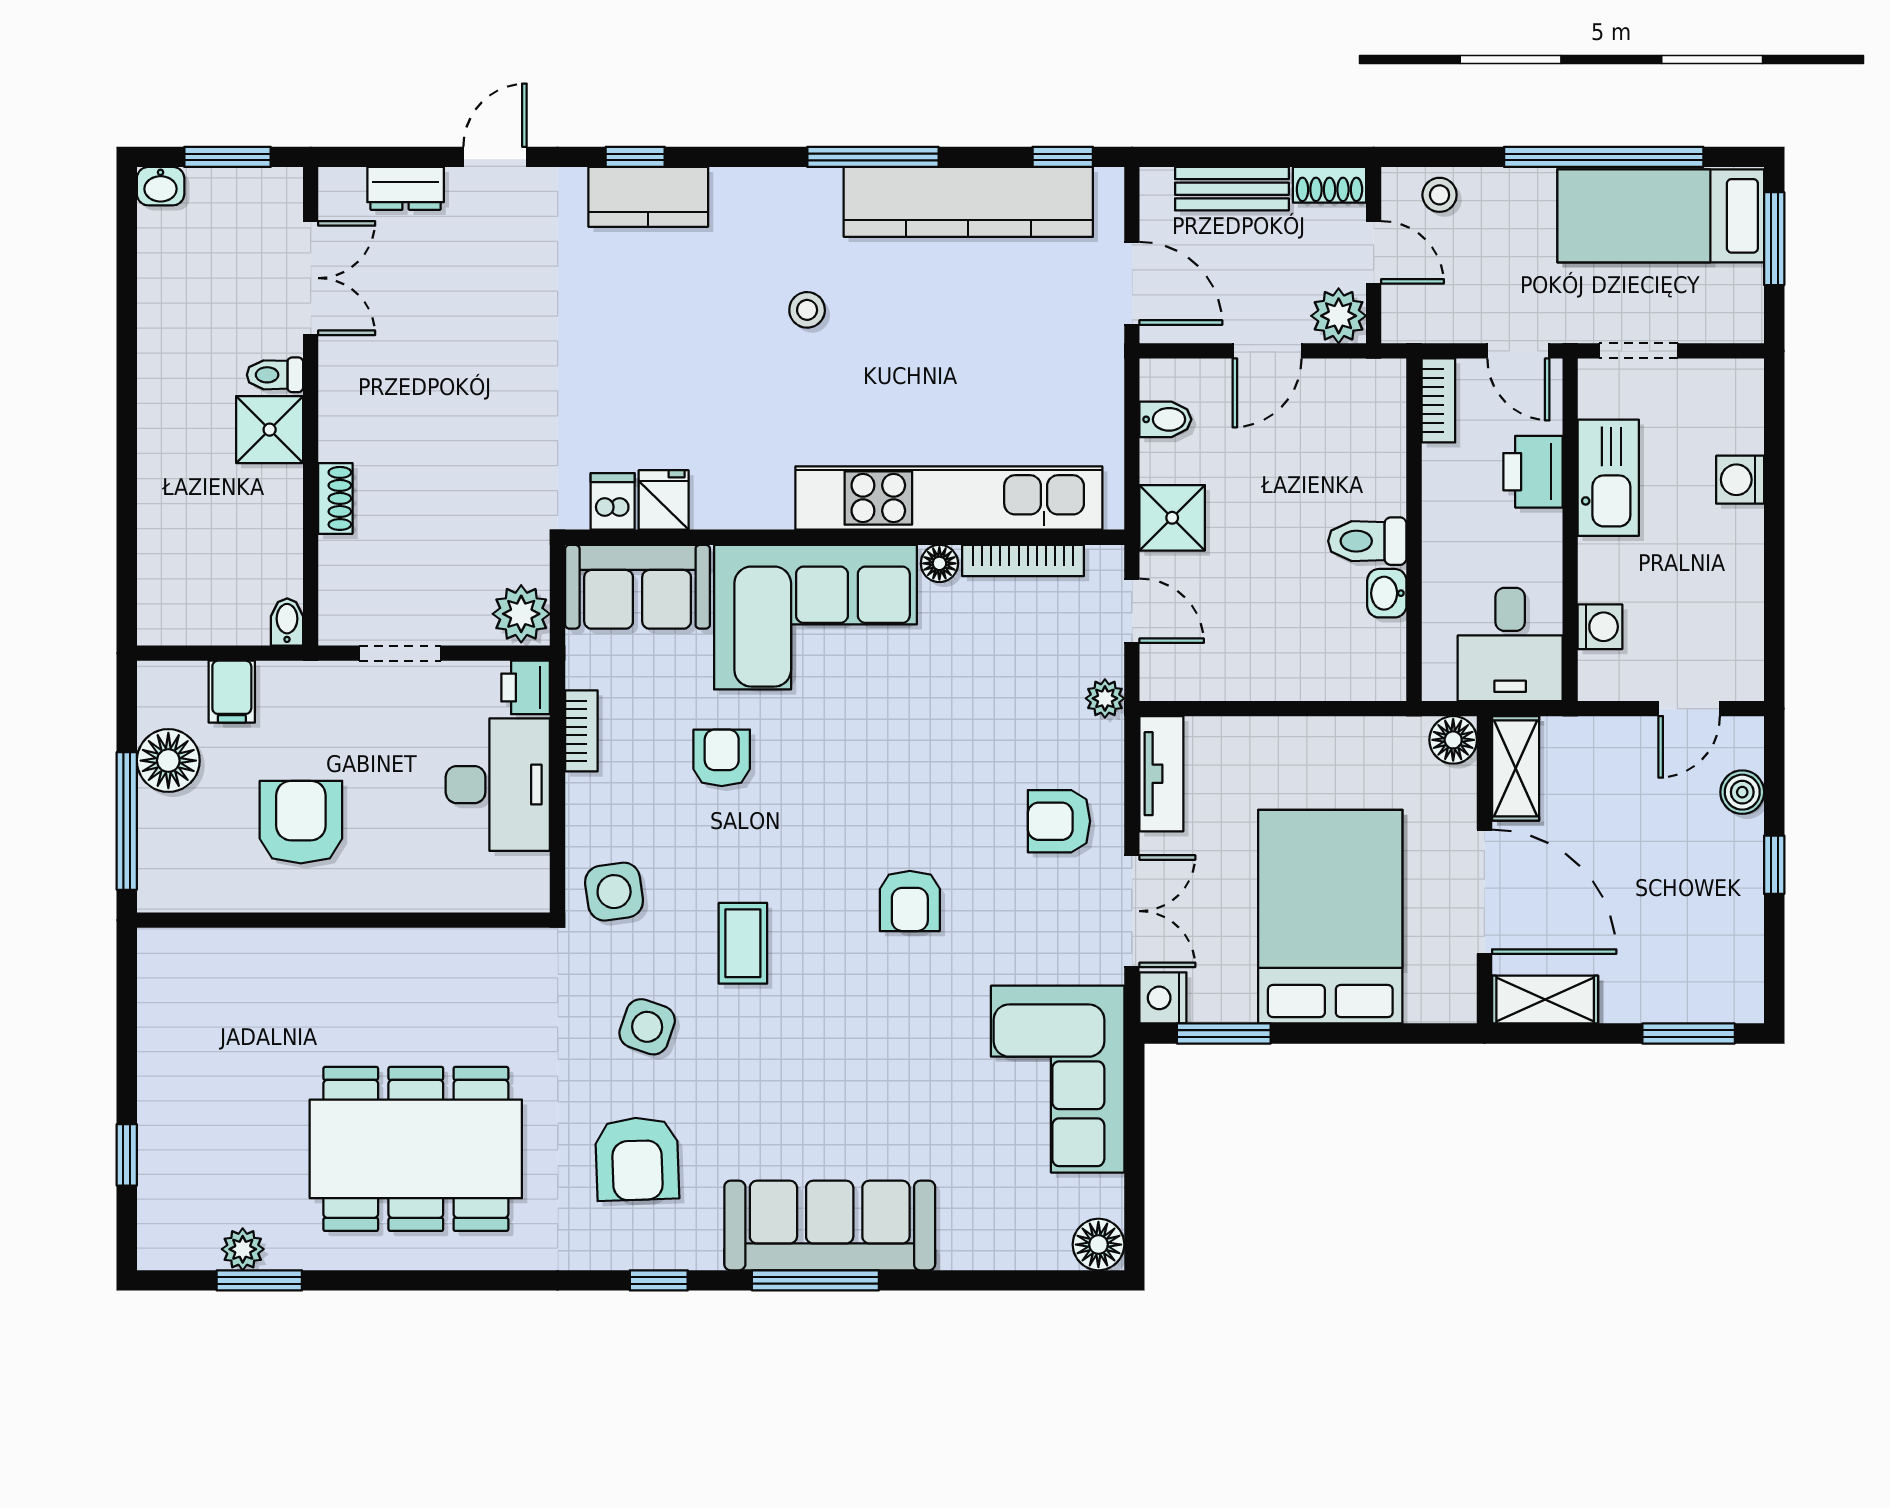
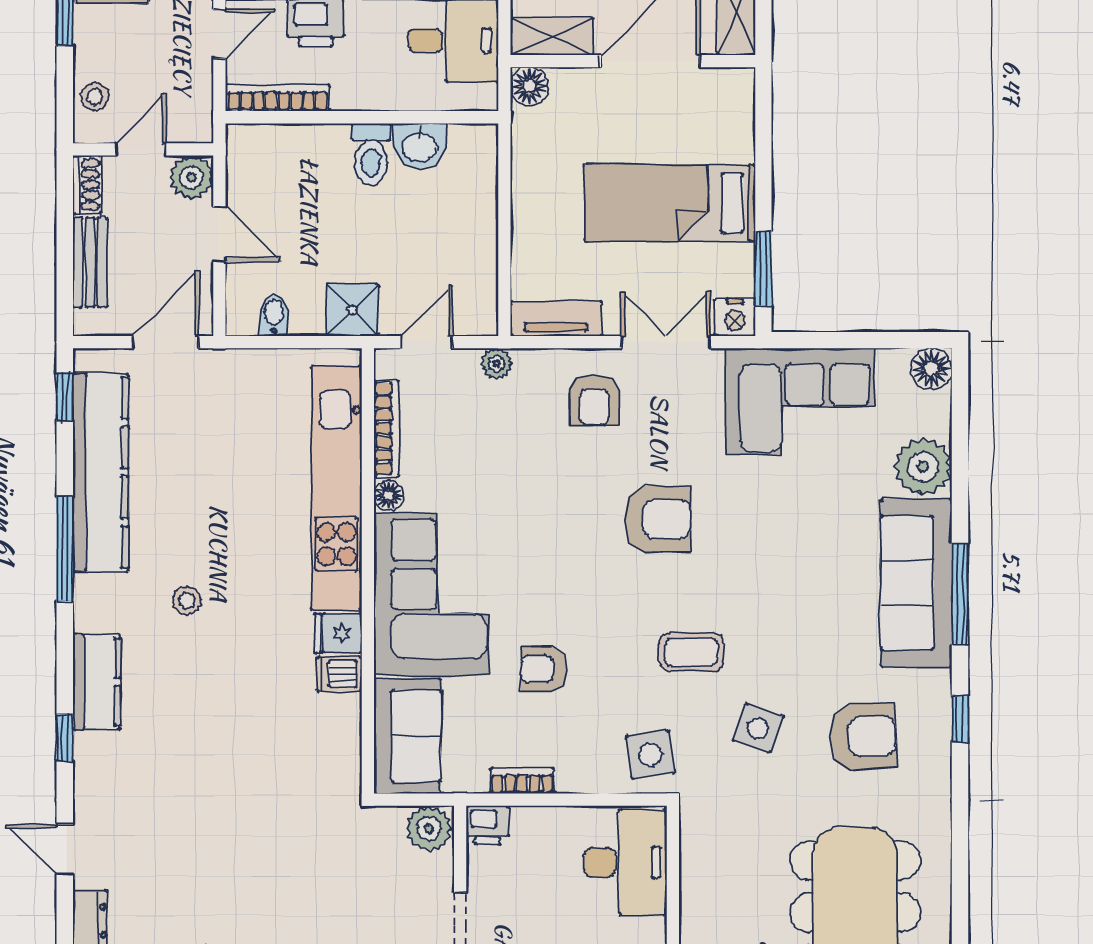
kitchen counter: (648, 197) -> (97, 682), moved
bookcase: (1438, 400) -> (278, 98), width x1.56
fridge: (664, 500) -> (338, 633), moved
dishwasher: (613, 501) -> (339, 674), moved
washbasin: (1387, 593) -> (420, 146), width x1.38, depth x1.45
desk: (498, 785) -> (625, 862), moved, turned 90
armchair: (910, 901) -> (658, 519), width x1.38, depth x1.38
bed: (1330, 917) -> (670, 203), width x0.67
plant: (976, 1234) -> (923, 467), added

